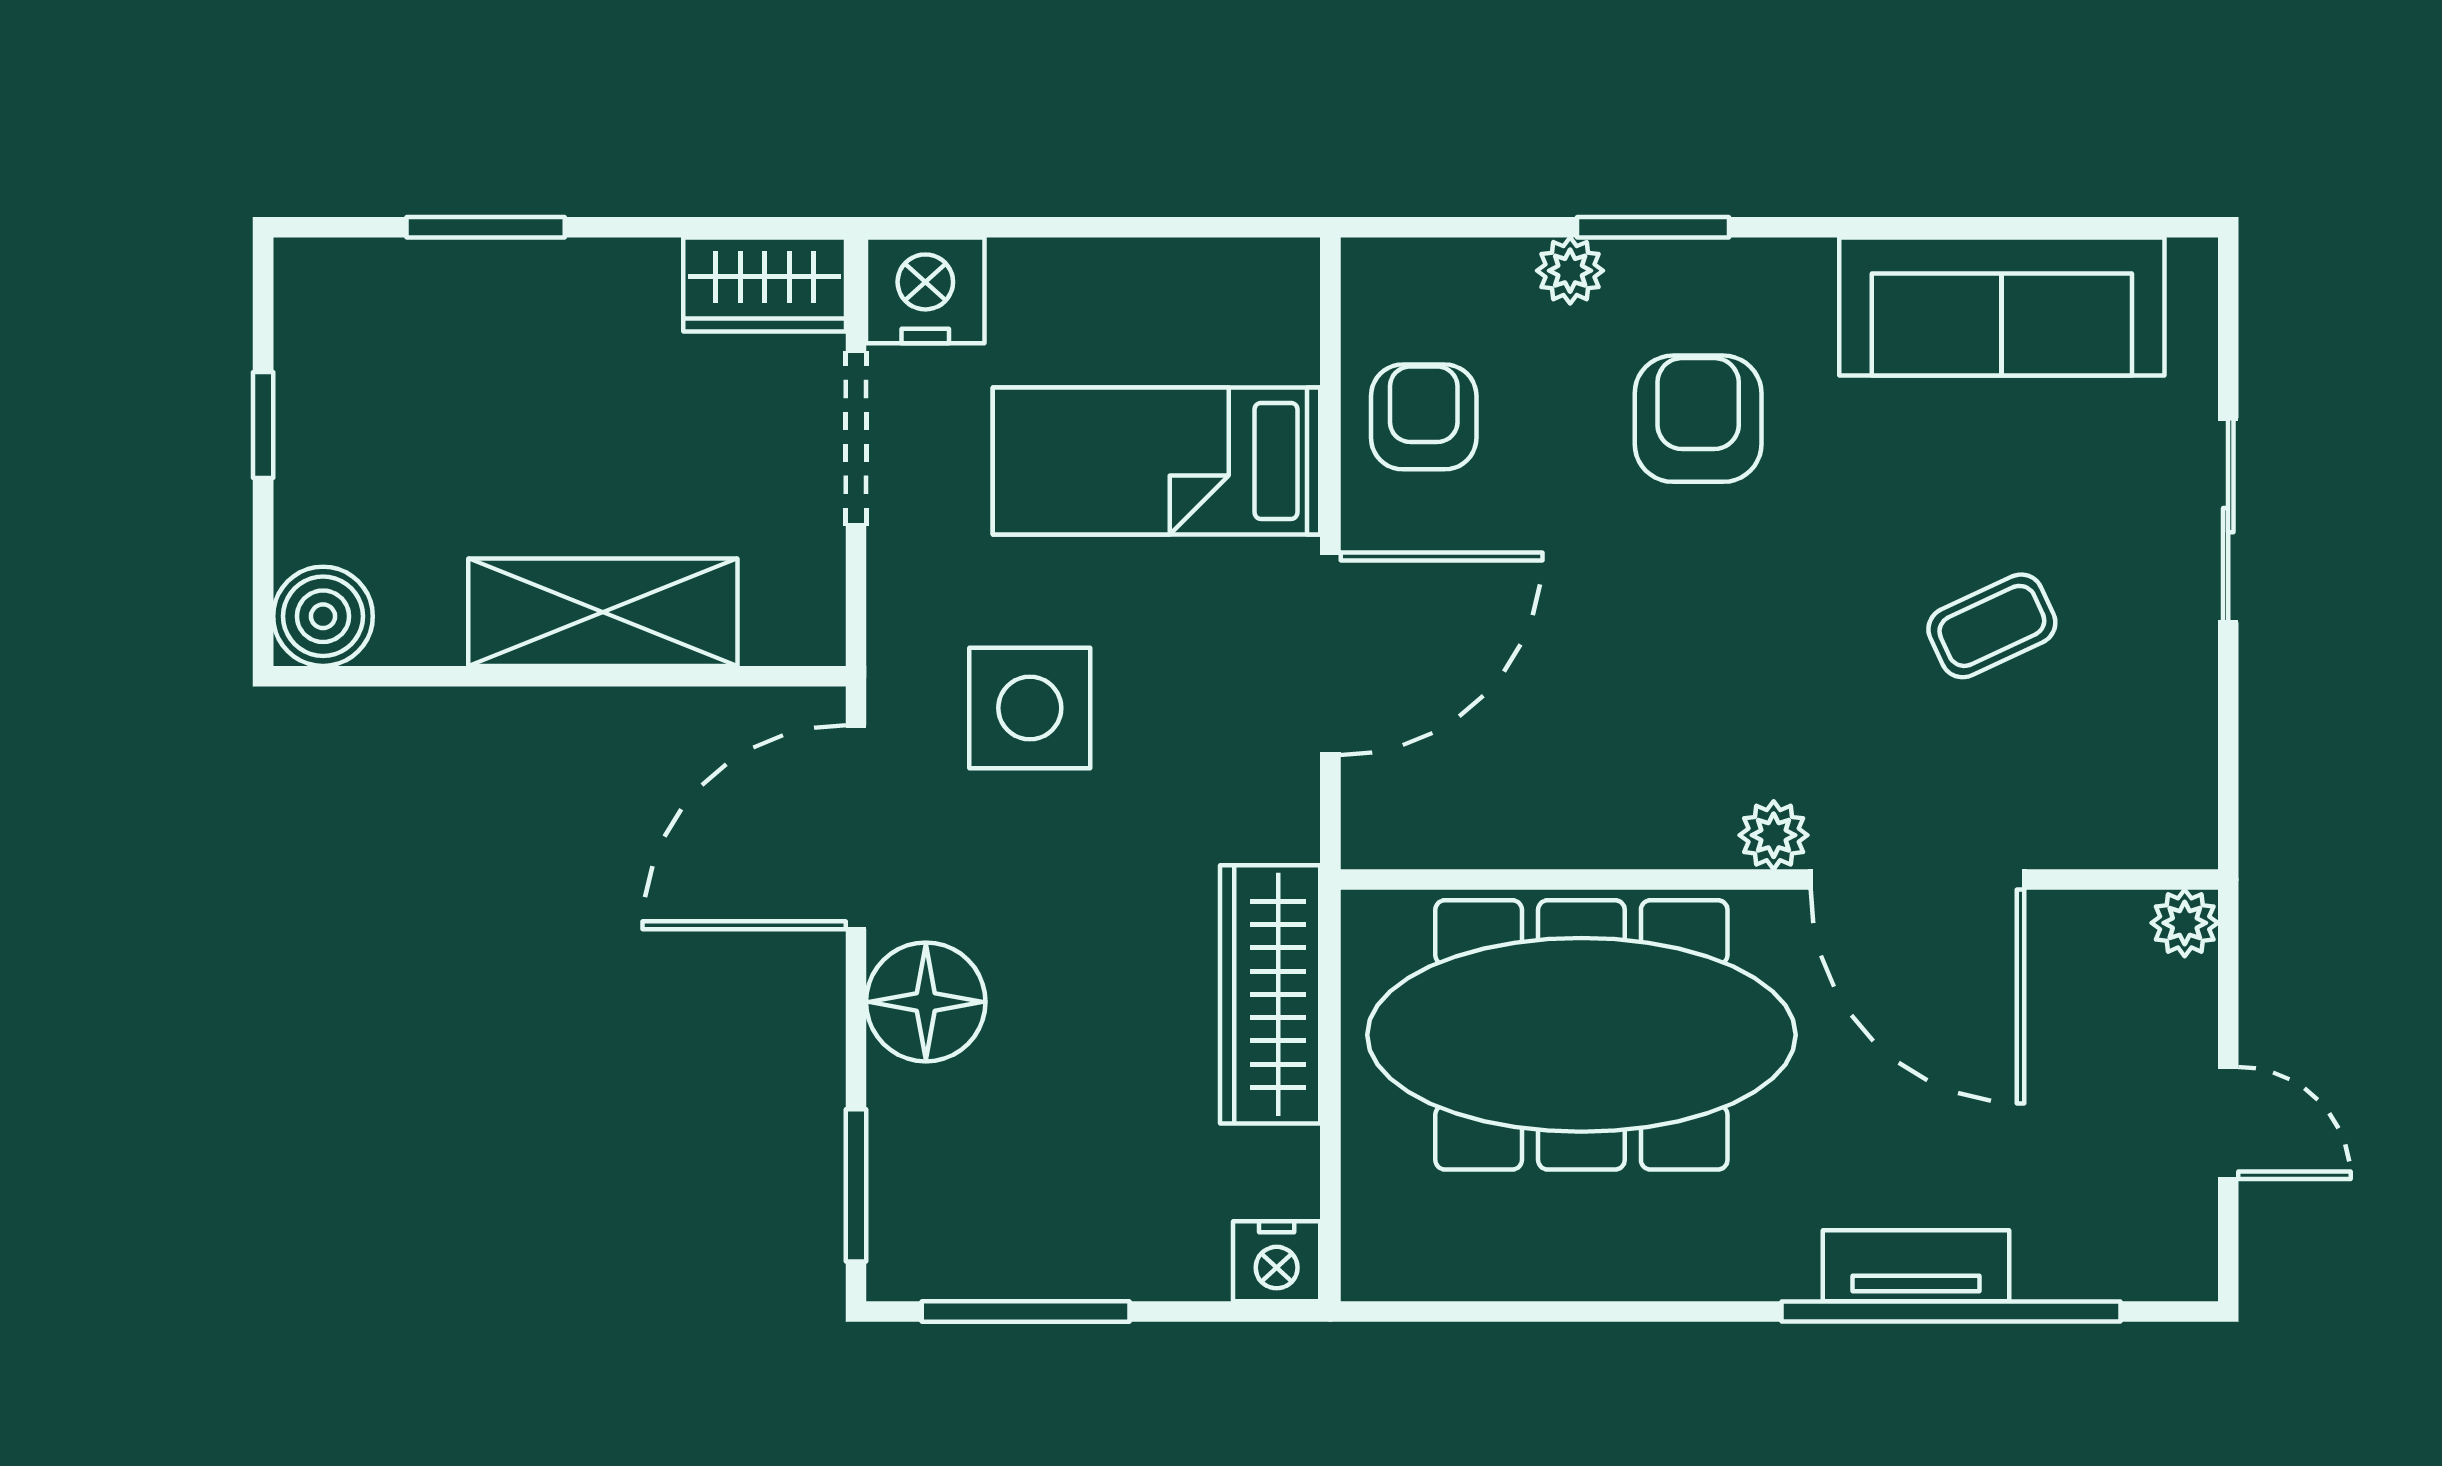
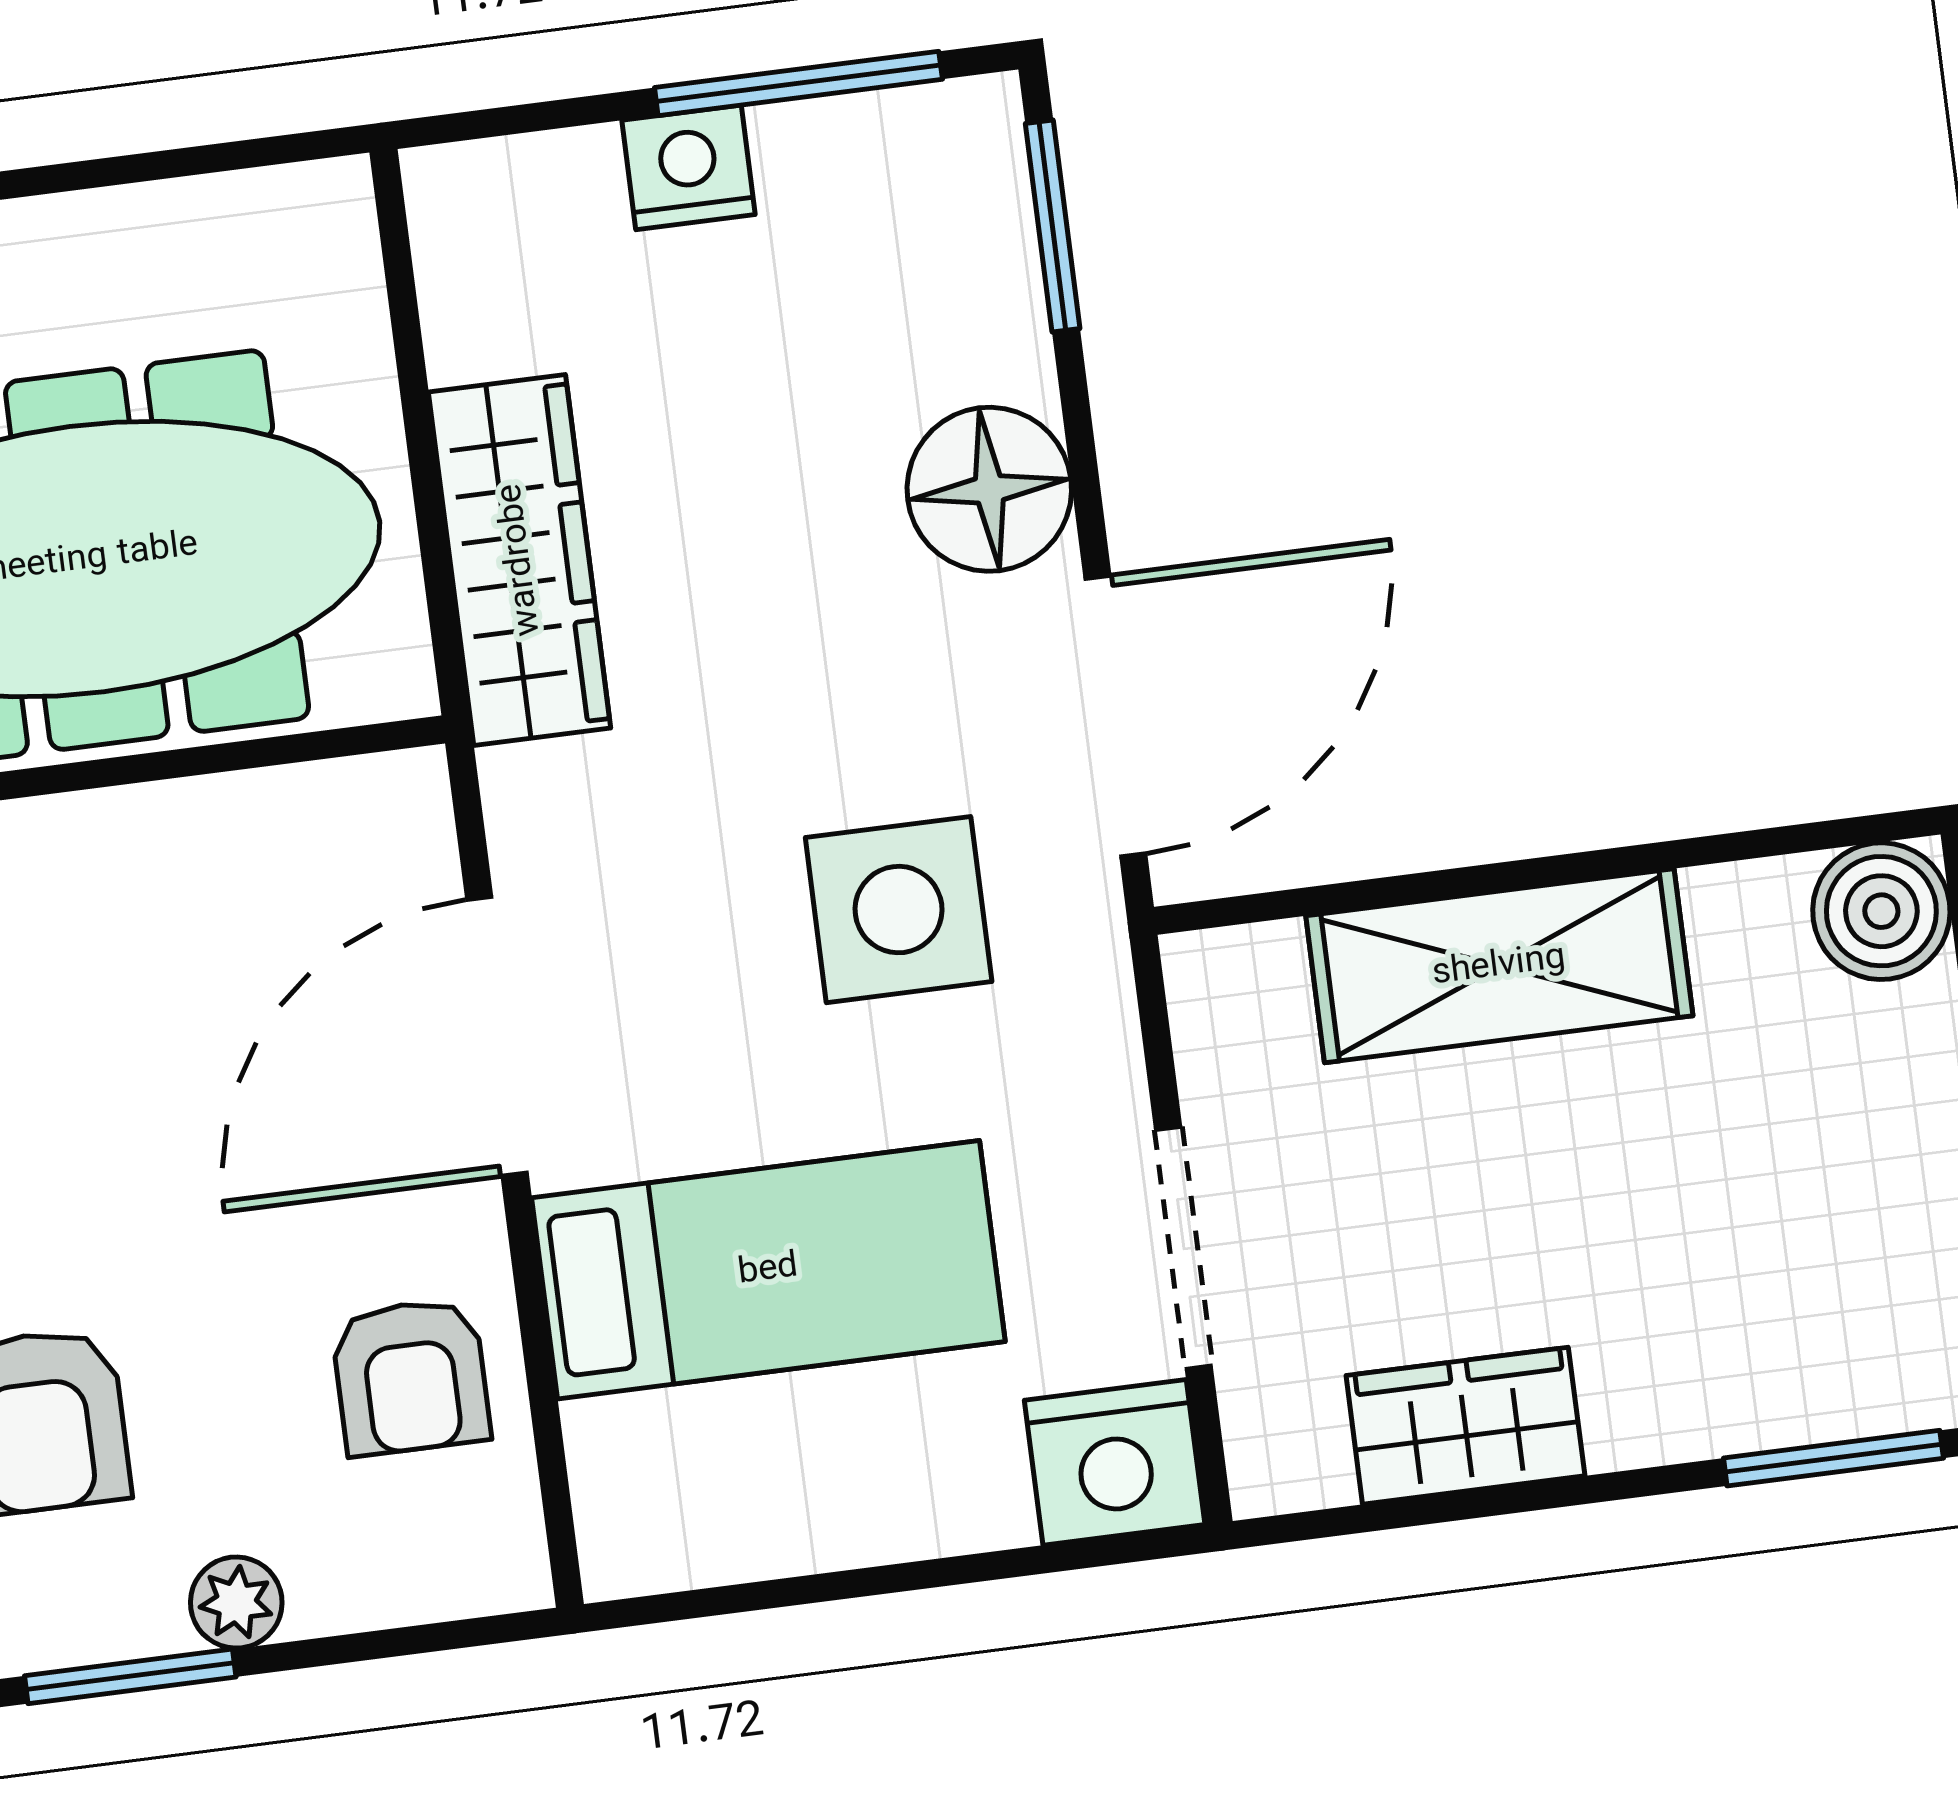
window: (486, 227) -> (1833, 1458), moved
wardrobe: (765, 285) -> (1465, 1426), moved
nightstand: (1277, 1261) -> (689, 167), moved

